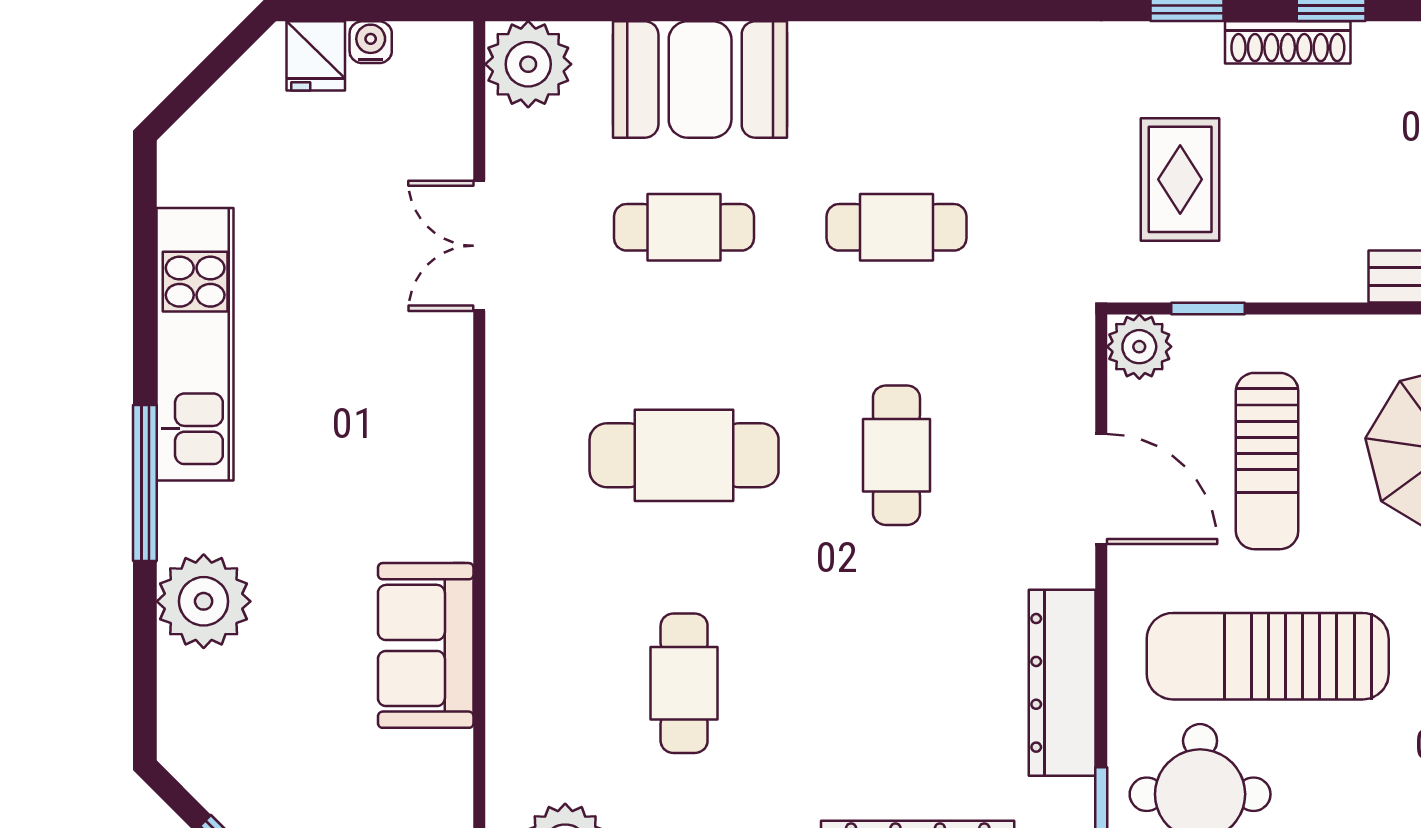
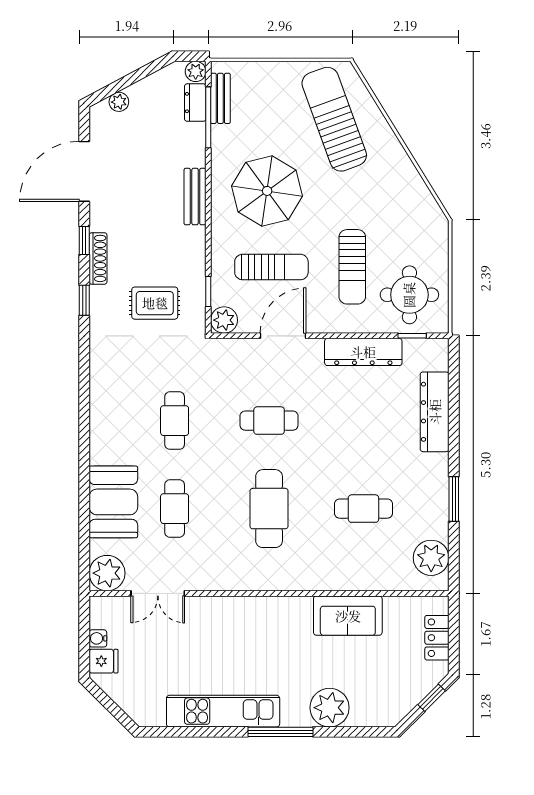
double door: (479, 246) -> (158, 593), moved
sun lounger: (1268, 656) -> (352, 267), width x0.73, depth x0.75

